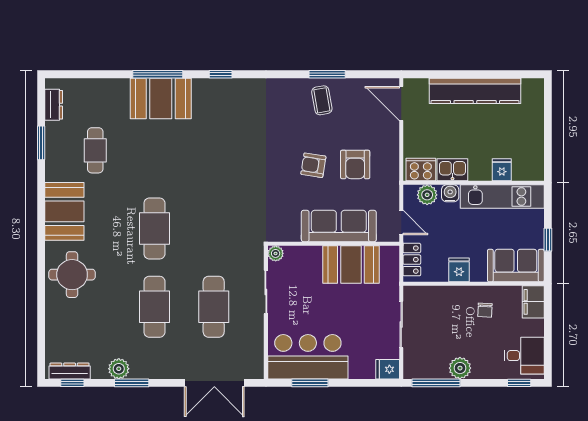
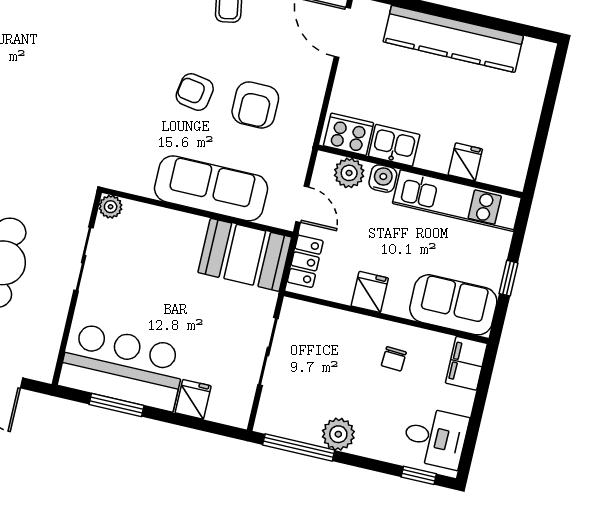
booth: (351, 265) -> (245, 255), moved
fridge: (388, 369) -> (193, 399), moved, turned 90

